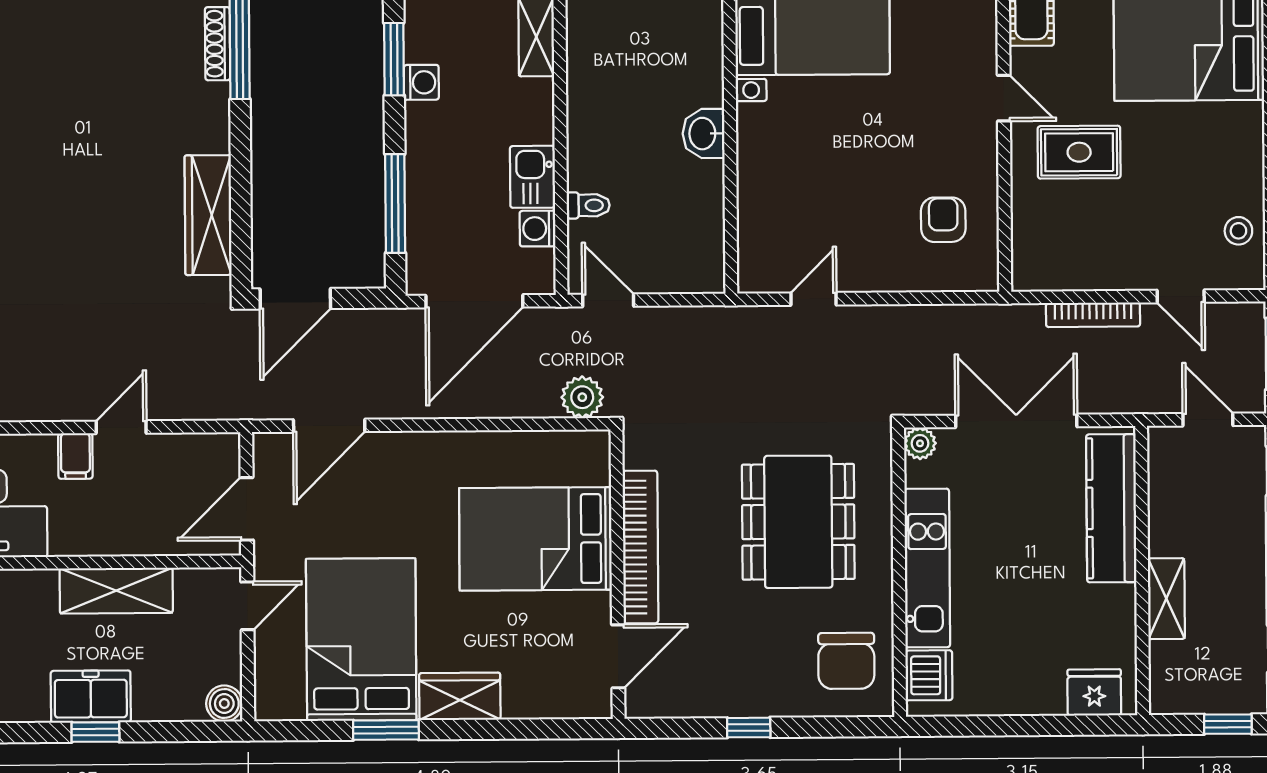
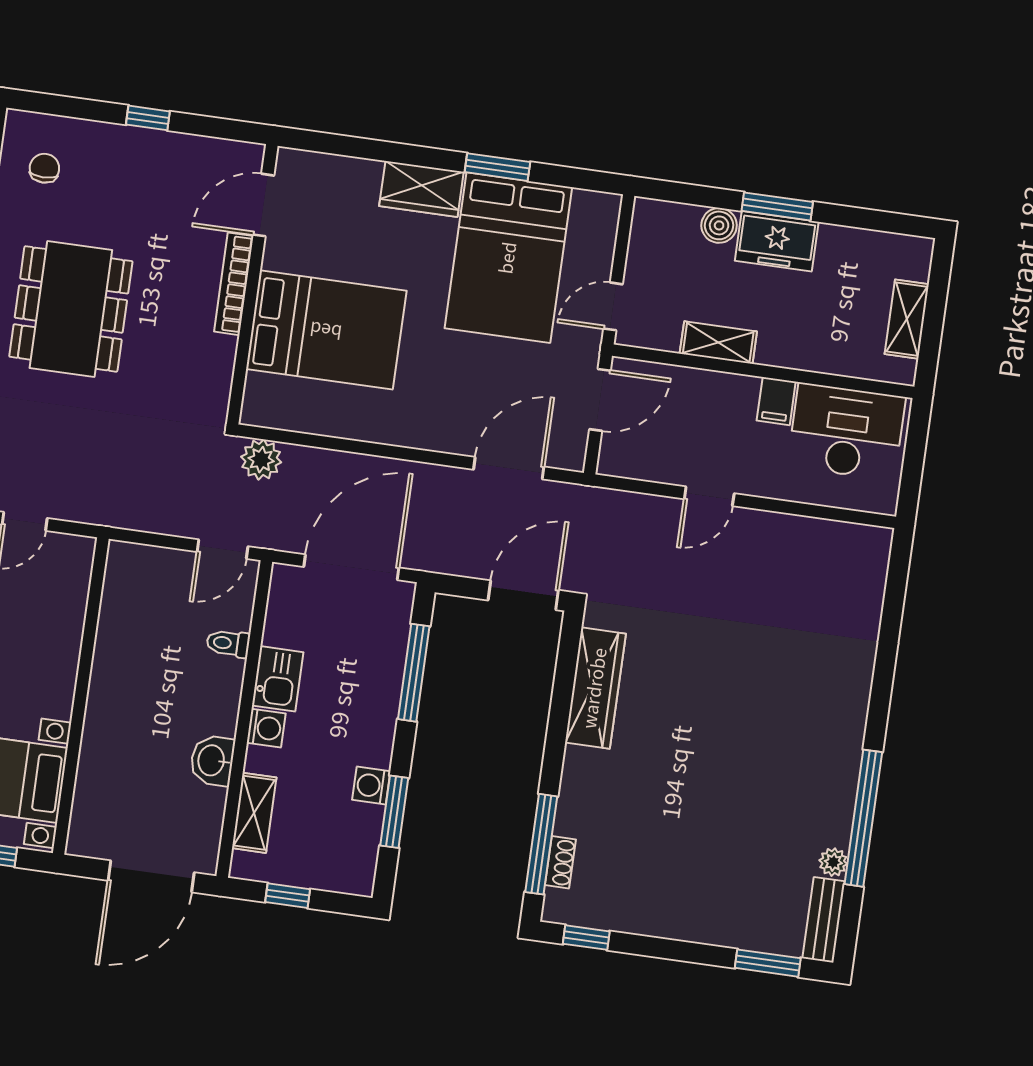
shoe rack: (218, 44) -> (560, 862), width x0.70
washbasin: (704, 134) -> (212, 760), moved, turned 180
washing machine: (538, 229) -> (266, 728), moved
door: (608, 300) -> (223, 549), hinge flipped
filing cabinet: (75, 456) -> (776, 401), moved, turned 180
bookcase: (640, 547) -> (234, 284), width x0.68, depth x0.76
shelving: (116, 591) -> (718, 343), width x0.67, depth x0.75
chair: (846, 661) -> (44, 168), width x0.54, depth x0.54
boiler: (224, 704) -> (719, 225), moved
window: (95, 732) -> (777, 206), width x1.50

